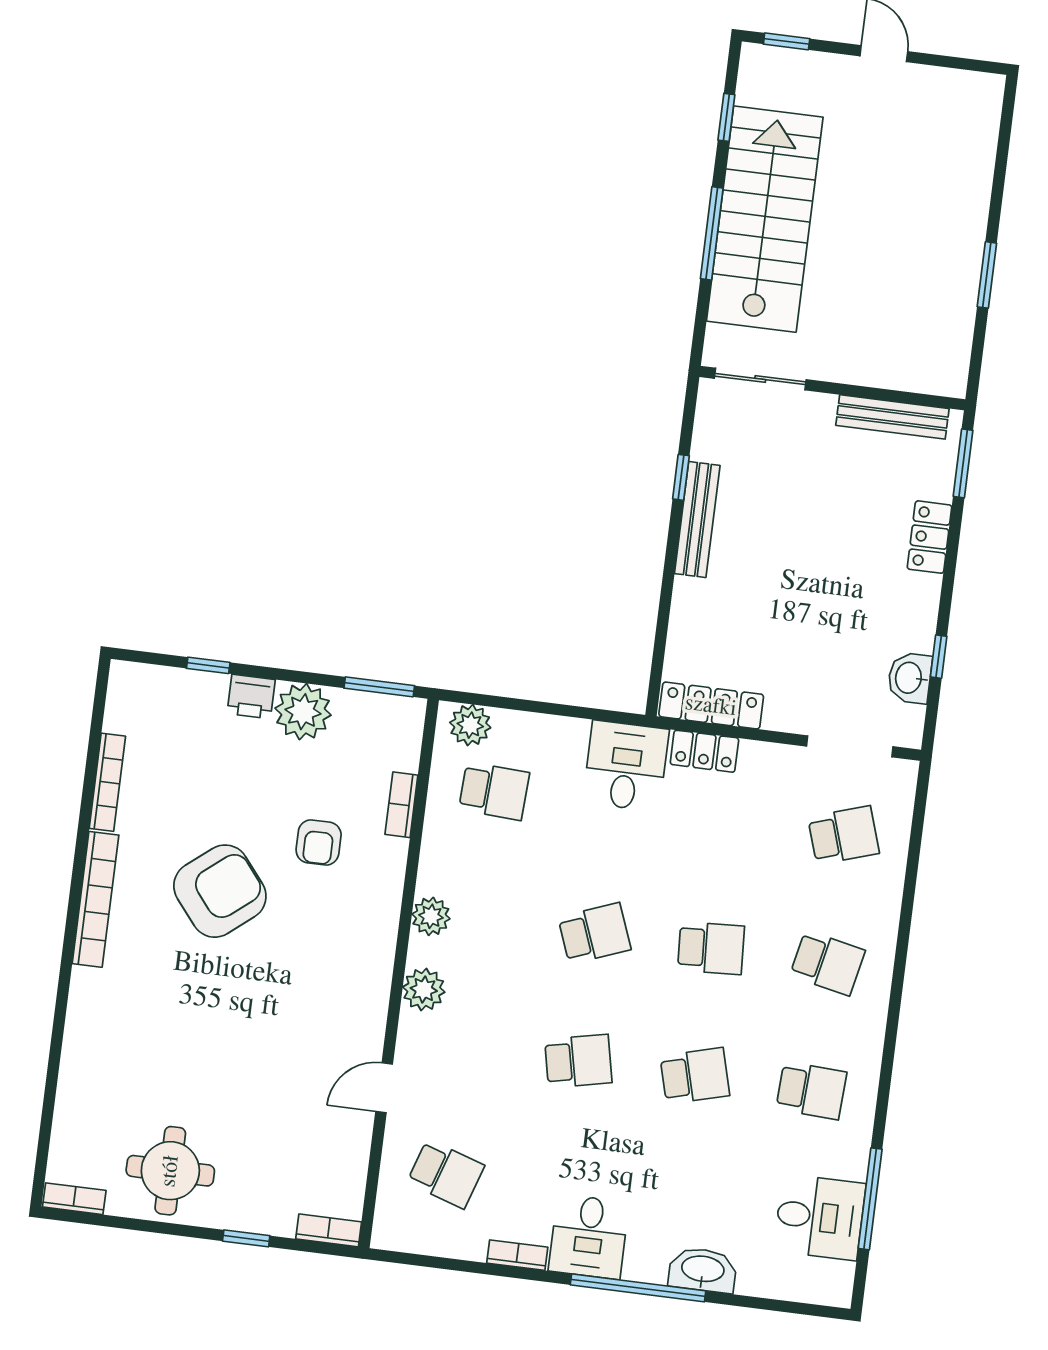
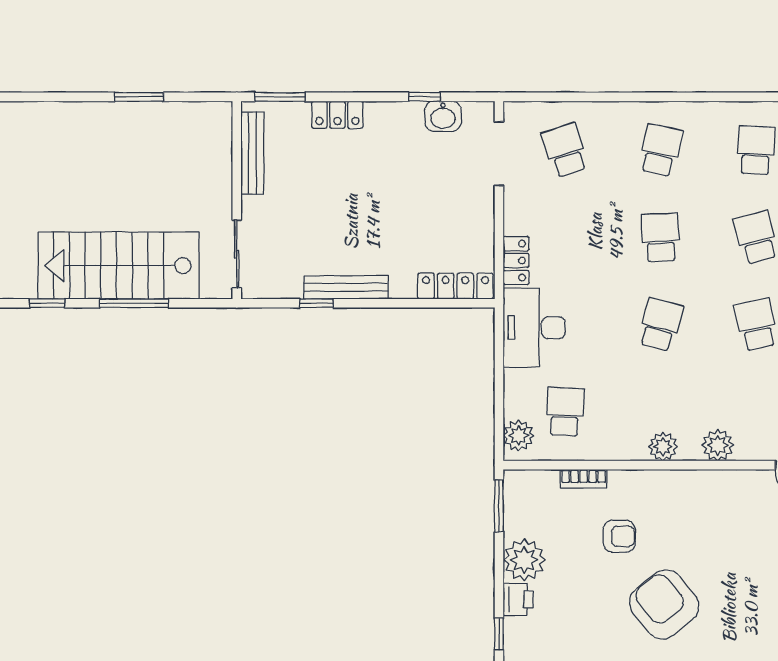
locker: (711, 706) -> (455, 286), moved, turned 90
desk: (626, 766) -> (534, 328), width x1.37
school desk: (594, 933) -> (660, 325), turned 36

